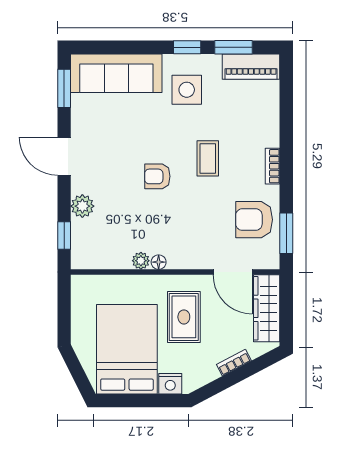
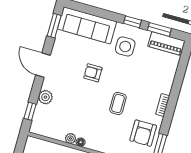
coffee table: (208, 158) -> (118, 103), moved
armchair: (157, 176) -> (93, 73), moved
armchair: (254, 220) -> (143, 133), turned -90

